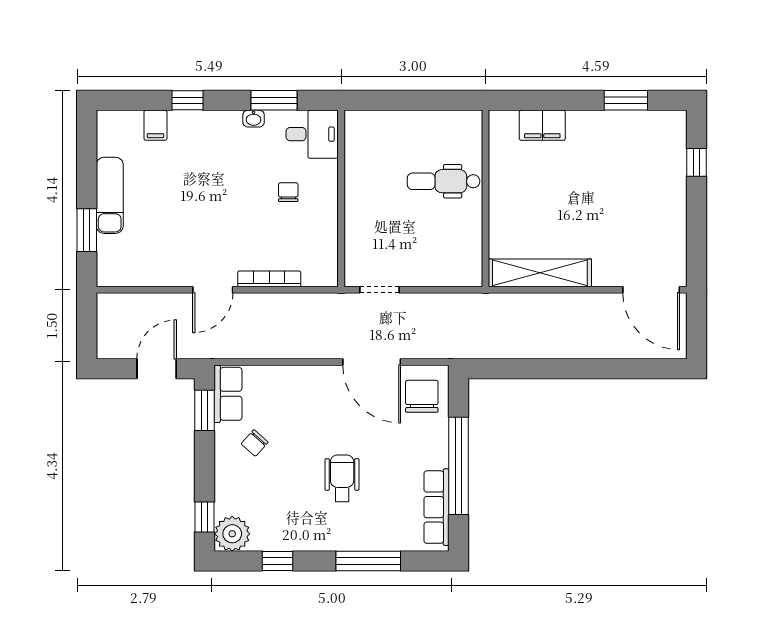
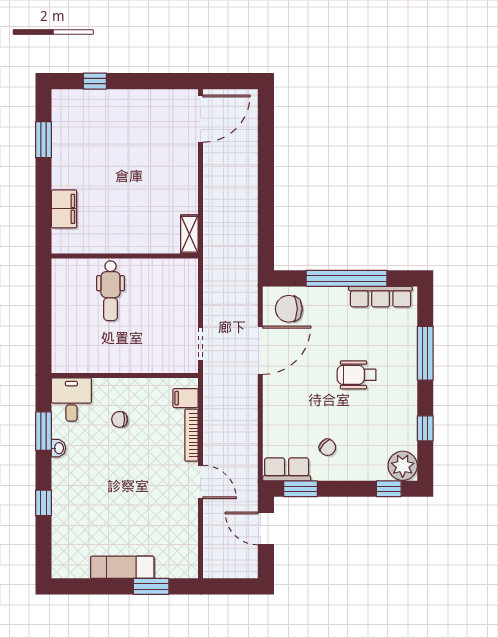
filing cabinet: (155, 125) -> (186, 398), moved, turned 180
shelving: (540, 273) -> (189, 234), width x0.45, depth x0.75

